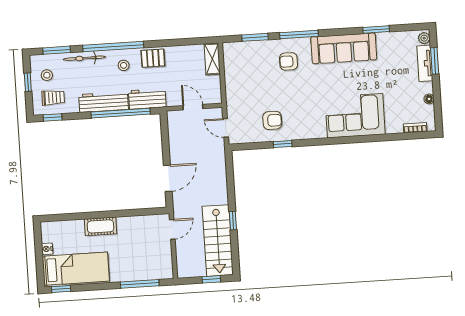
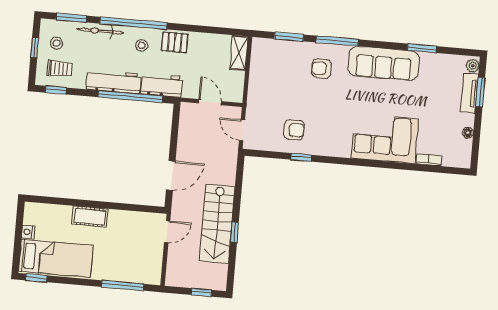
bookcase: (415, 128) -> (429, 160), moved
stairs: (218, 241) -> (217, 224), moved

